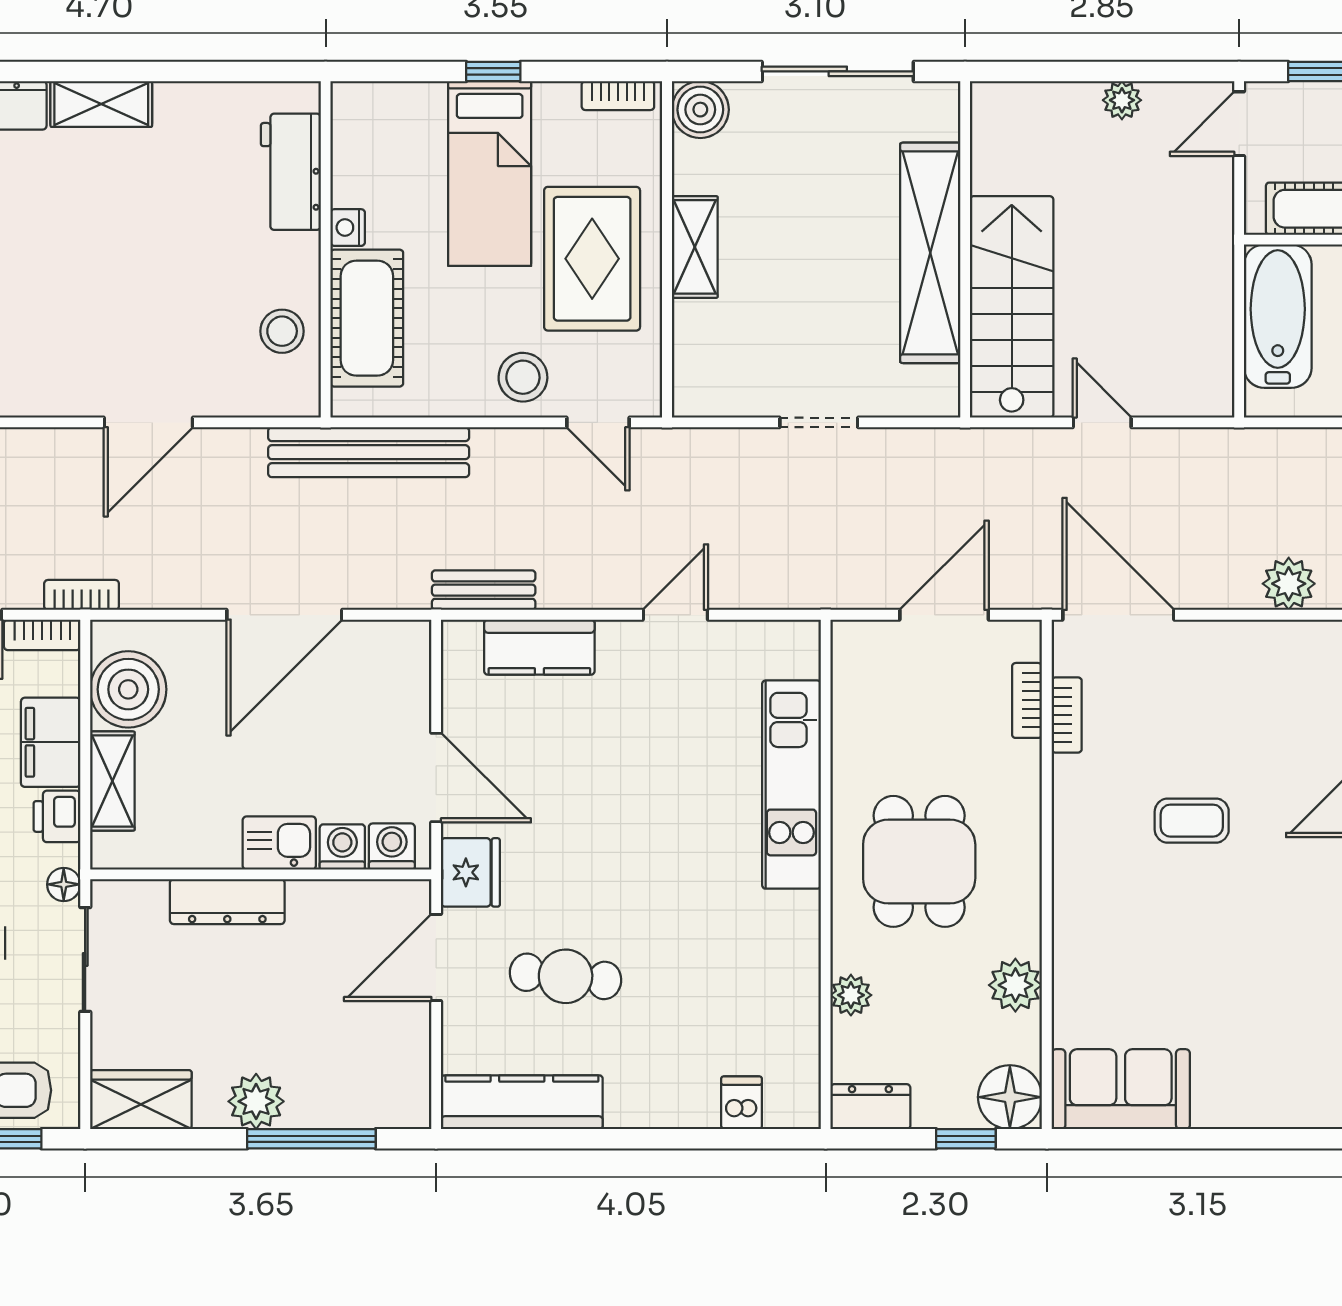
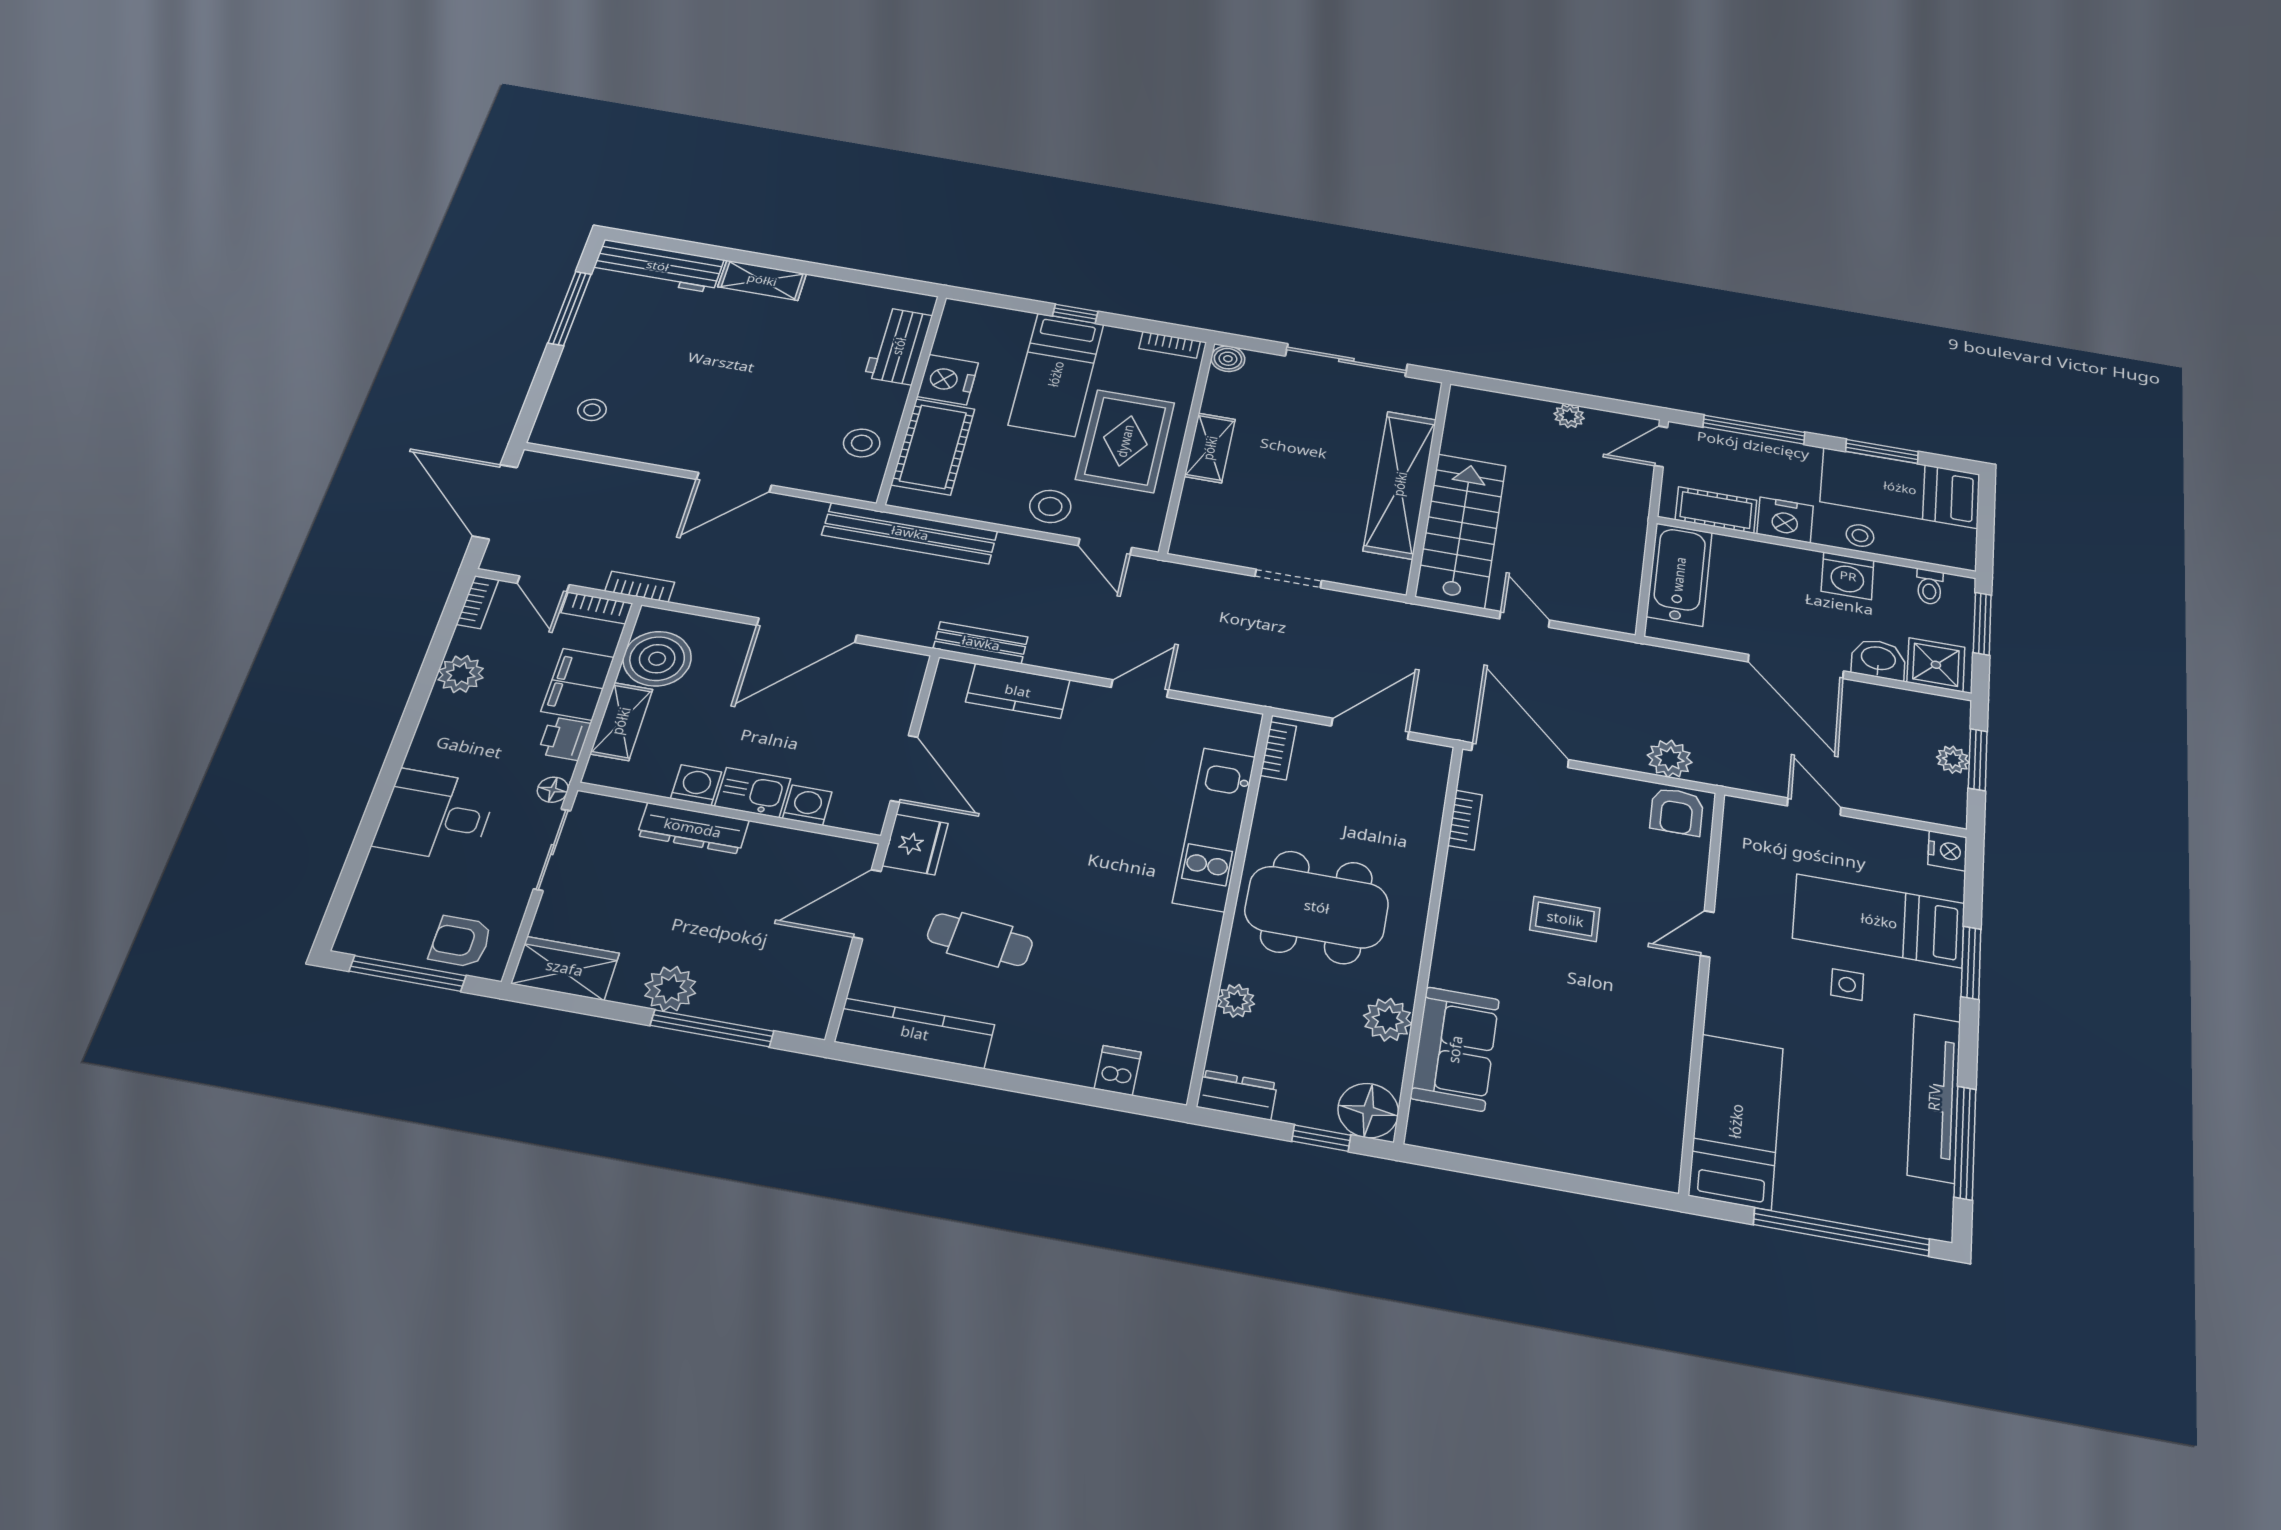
boiler: (700, 110) -> (1228, 359), width x0.73, depth x0.73
nightstand: (348, 228) -> (948, 380), width x1.89, depth x1.79
armchair: (1303, 654) -> (1677, 812), added
bookcase: (1027, 700) -> (1278, 751), moved, turned 180
washing machine: (392, 846) -> (696, 785), moved
dining table: (919, 861) -> (1317, 907), width x1.38
sofa: (1121, 1089) -> (1455, 1049), moved, turned 90

